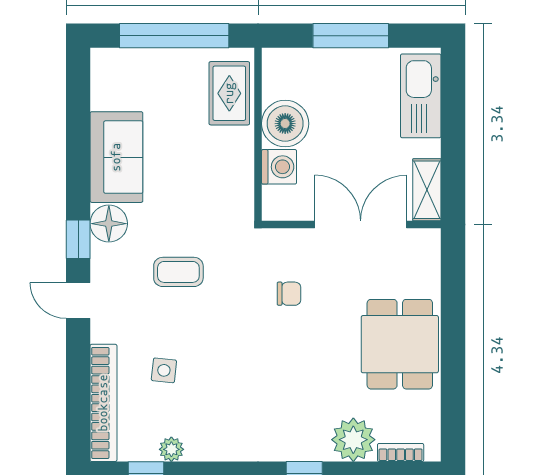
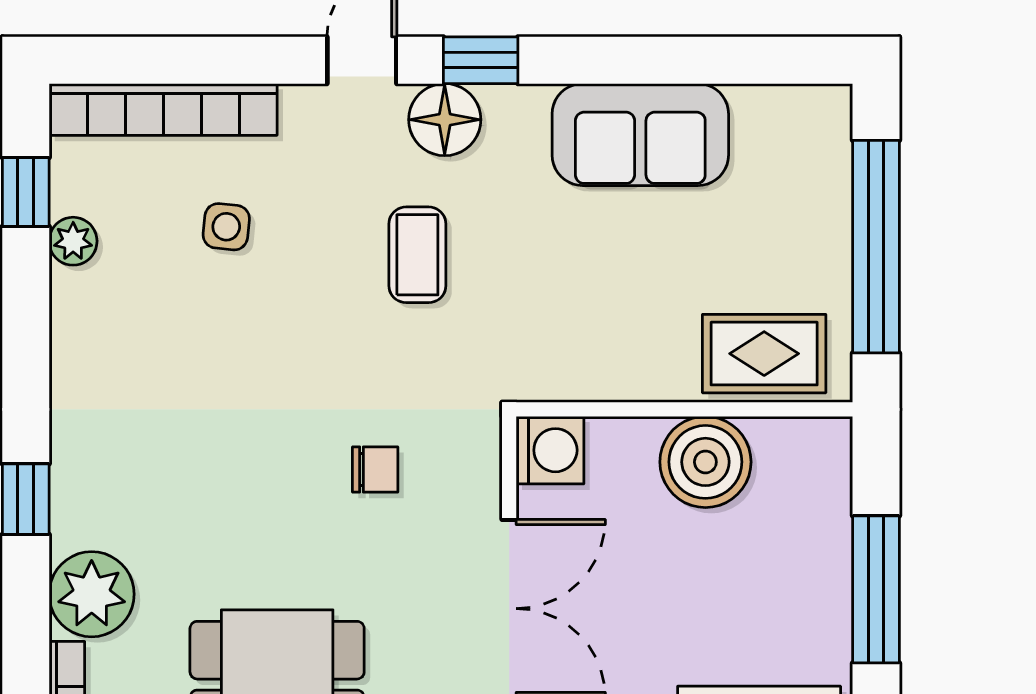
washing machine: (279, 167) -> (550, 450), moved, turned -90
floor lamp: (109, 224) -> (445, 120), moved
chair: (289, 294) -> (375, 469), turned -90

